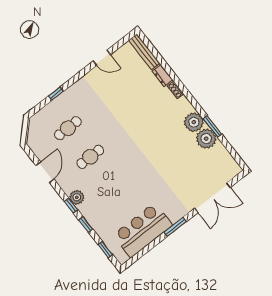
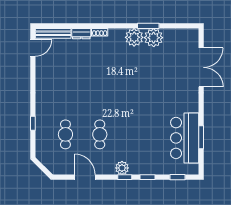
door: (102, 58) -> (33, 48), moved
window: (175, 227) -> (201, 137), moved

